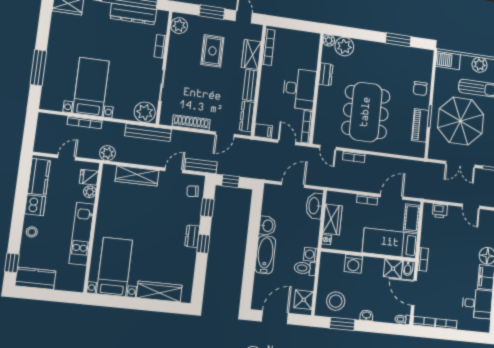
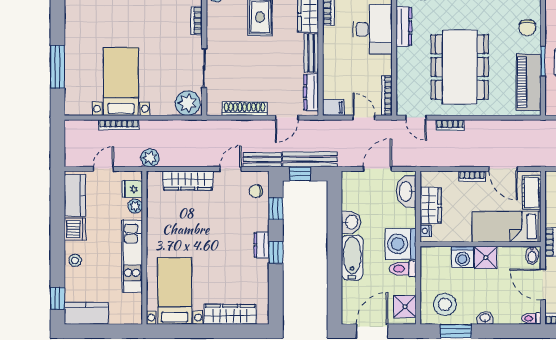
dresser: (326, 74) -> (404, 26), width x1.44
desk: (299, 89) -> (373, 29), moved
piano: (420, 125) -> (529, 82), width x1.37, depth x1.33
bench: (148, 133) -> (310, 159), moved
door: (392, 197) -> (503, 169), swing flipped
washing machine: (311, 254) -> (401, 244), width x1.89, depth x1.89
shower: (393, 269) -> (486, 257), moved

